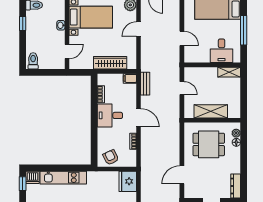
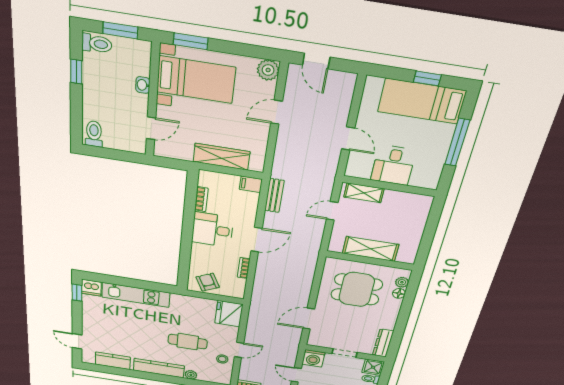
desk: (222, 51) -> (393, 165), moved
shelving: (229, 72) -> (364, 193), moved
door: (182, 88) -> (332, 211), swing flipped
door: (139, 118) -> (256, 240), hinge flipped

